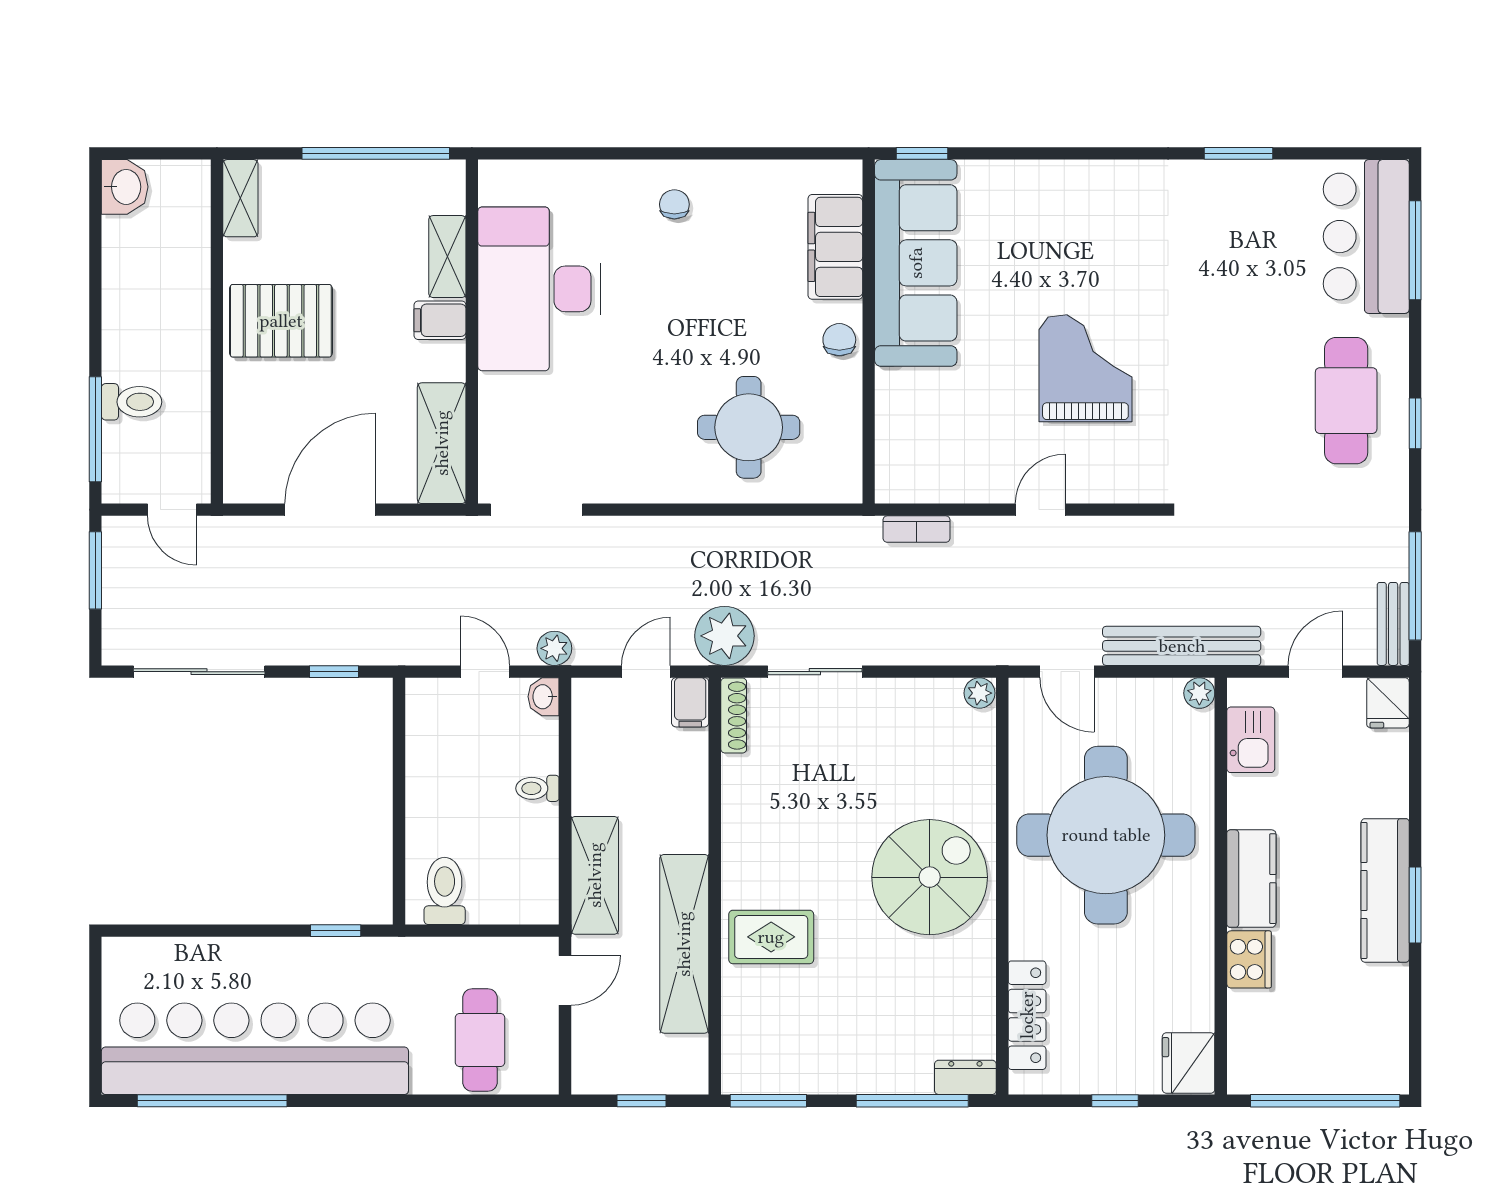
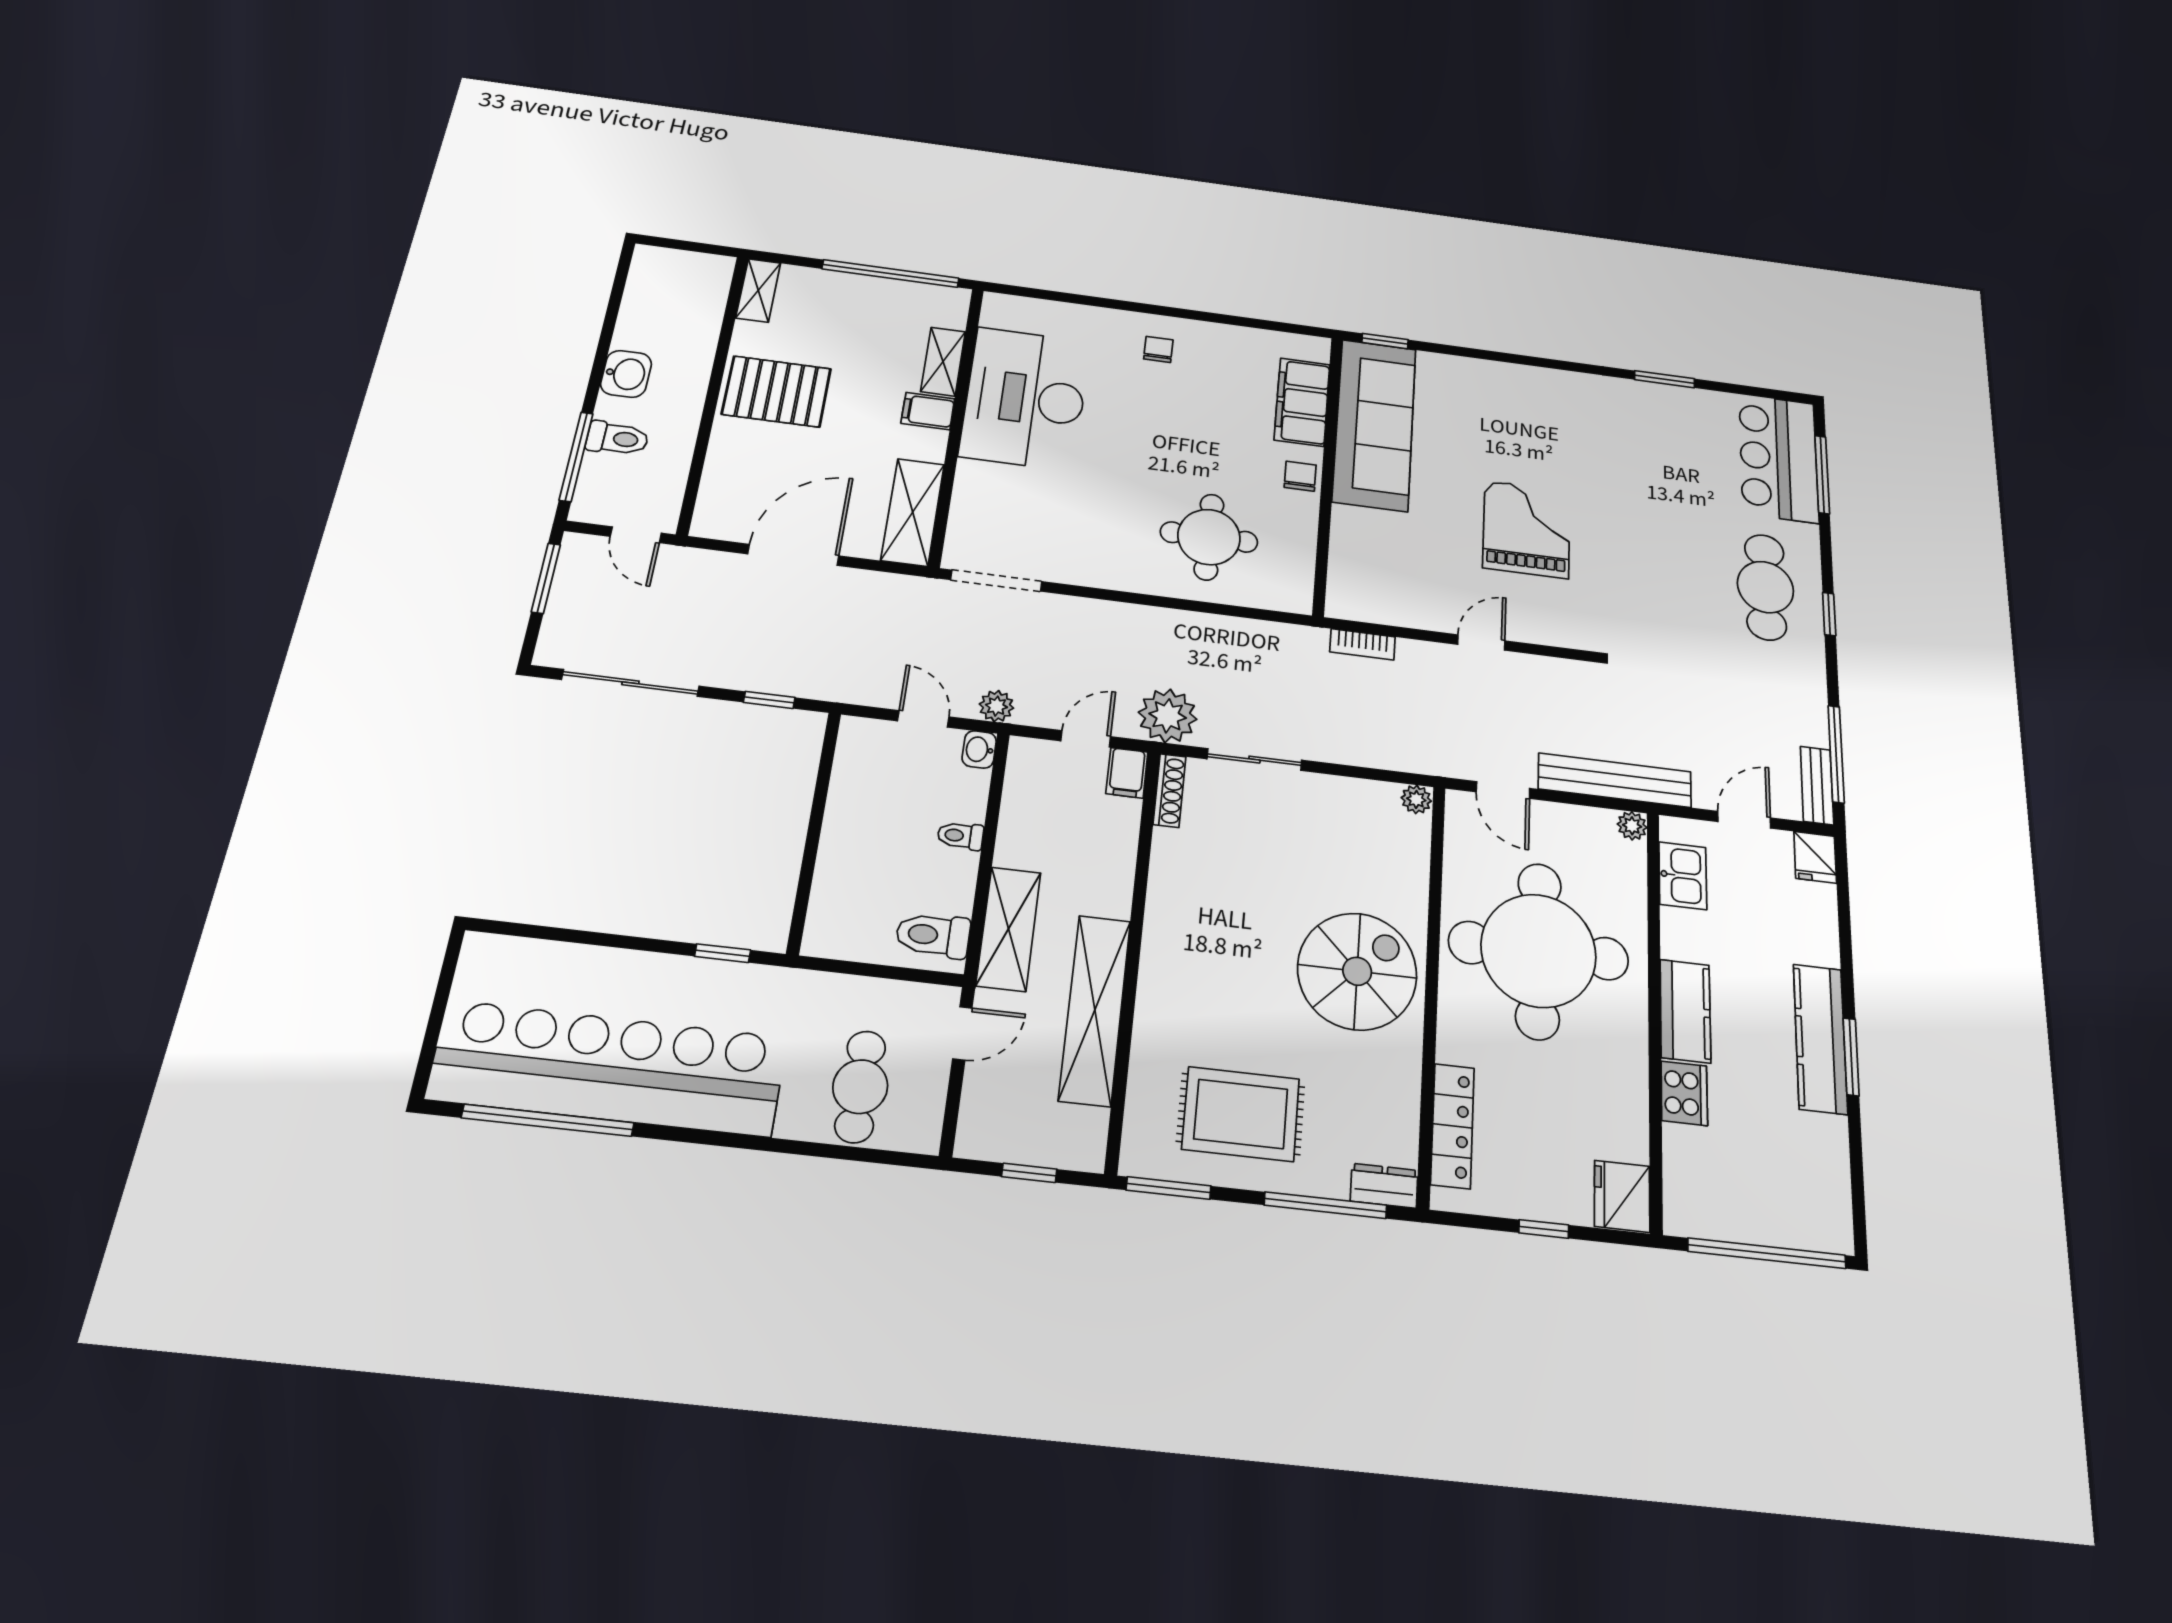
washbasin: (125, 187) -> (626, 374), moved
toilet: (445, 891) -> (933, 935), moved, turned -90
rug: (771, 937) -> (1241, 1114), moved, width x1.36, depth x1.43

